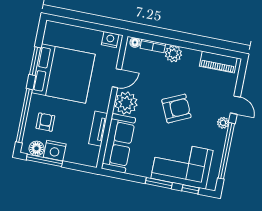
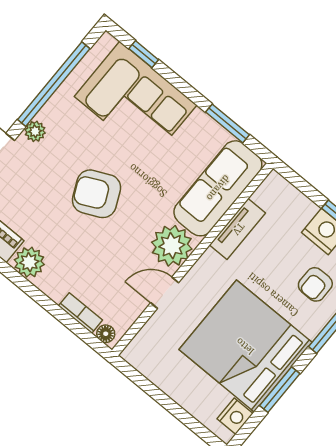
nightstand: (110, 40) -> (235, 416), moved, turned -90
plant: (173, 54) -> (29, 262), moved
window: (159, 183) -> (227, 123), moved

